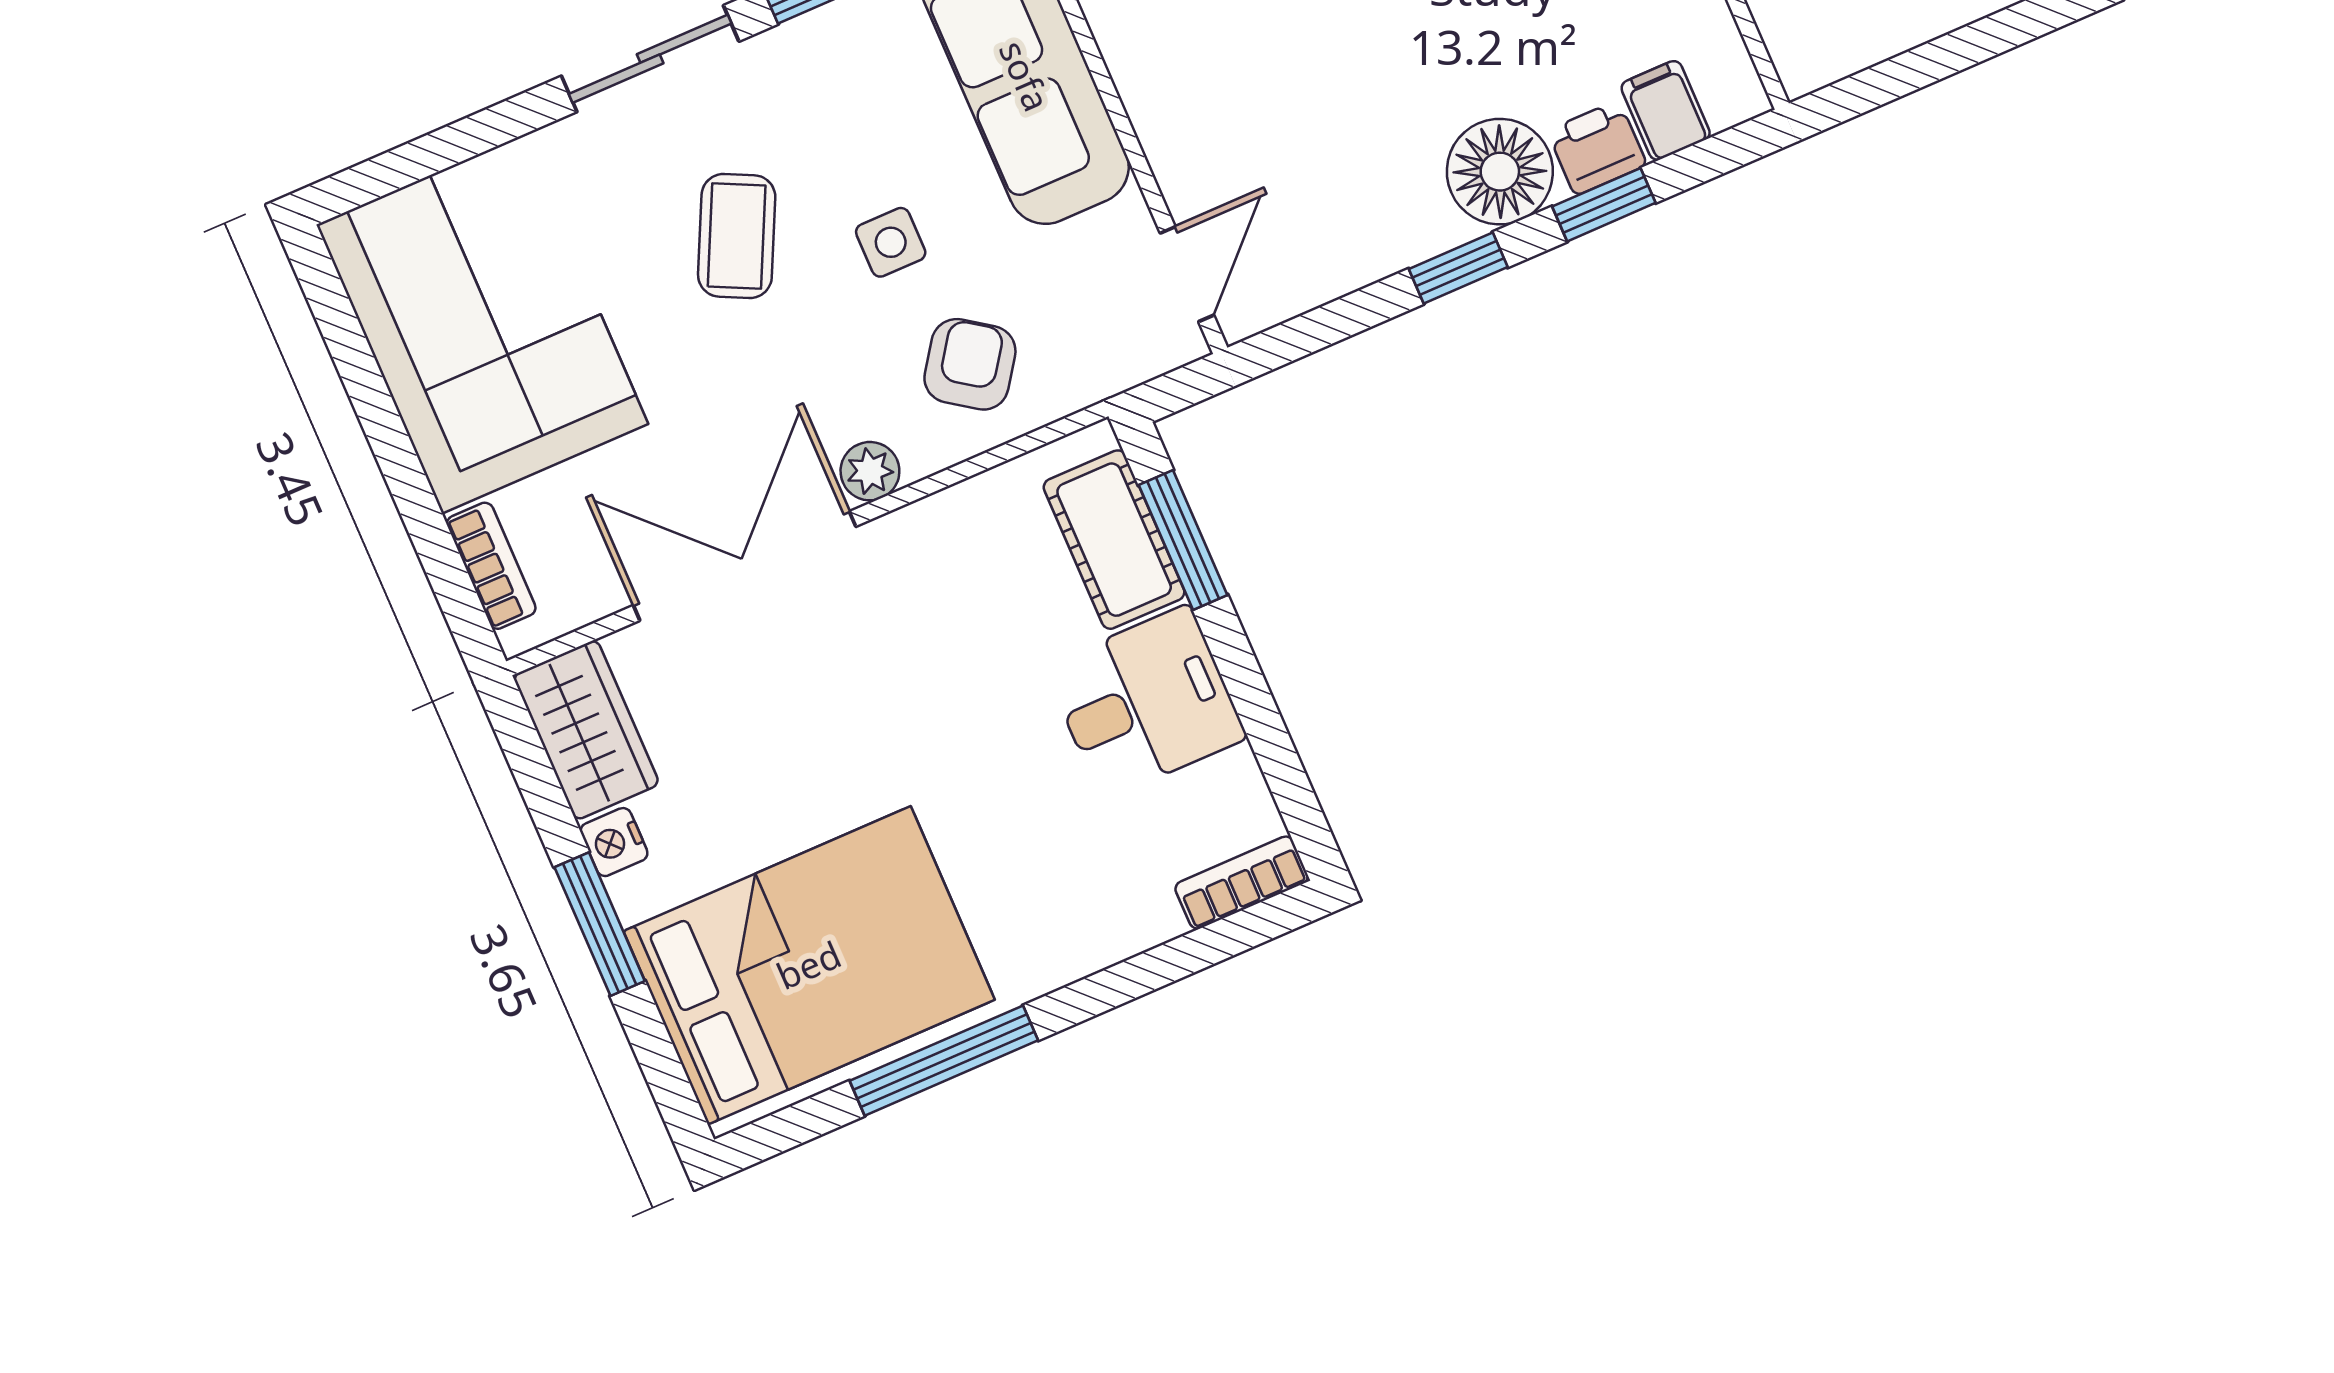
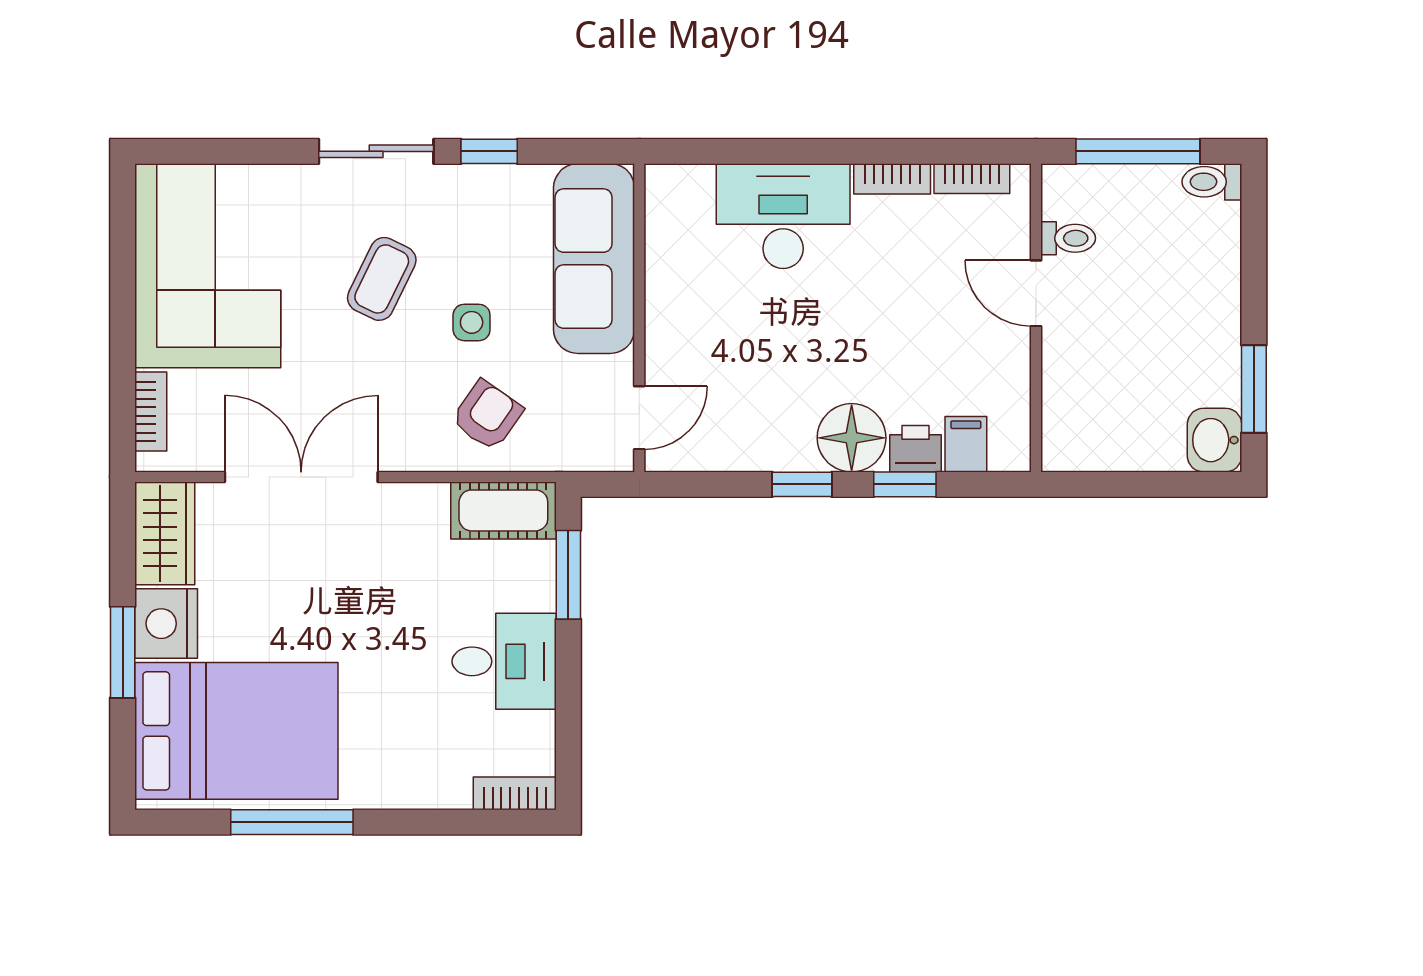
plant: (870, 471) -> (400, 453), removed
cot: (1114, 540) -> (503, 510), moved, turned 90
nightstand: (614, 842) -> (166, 624), width x1.89, depth x1.79

